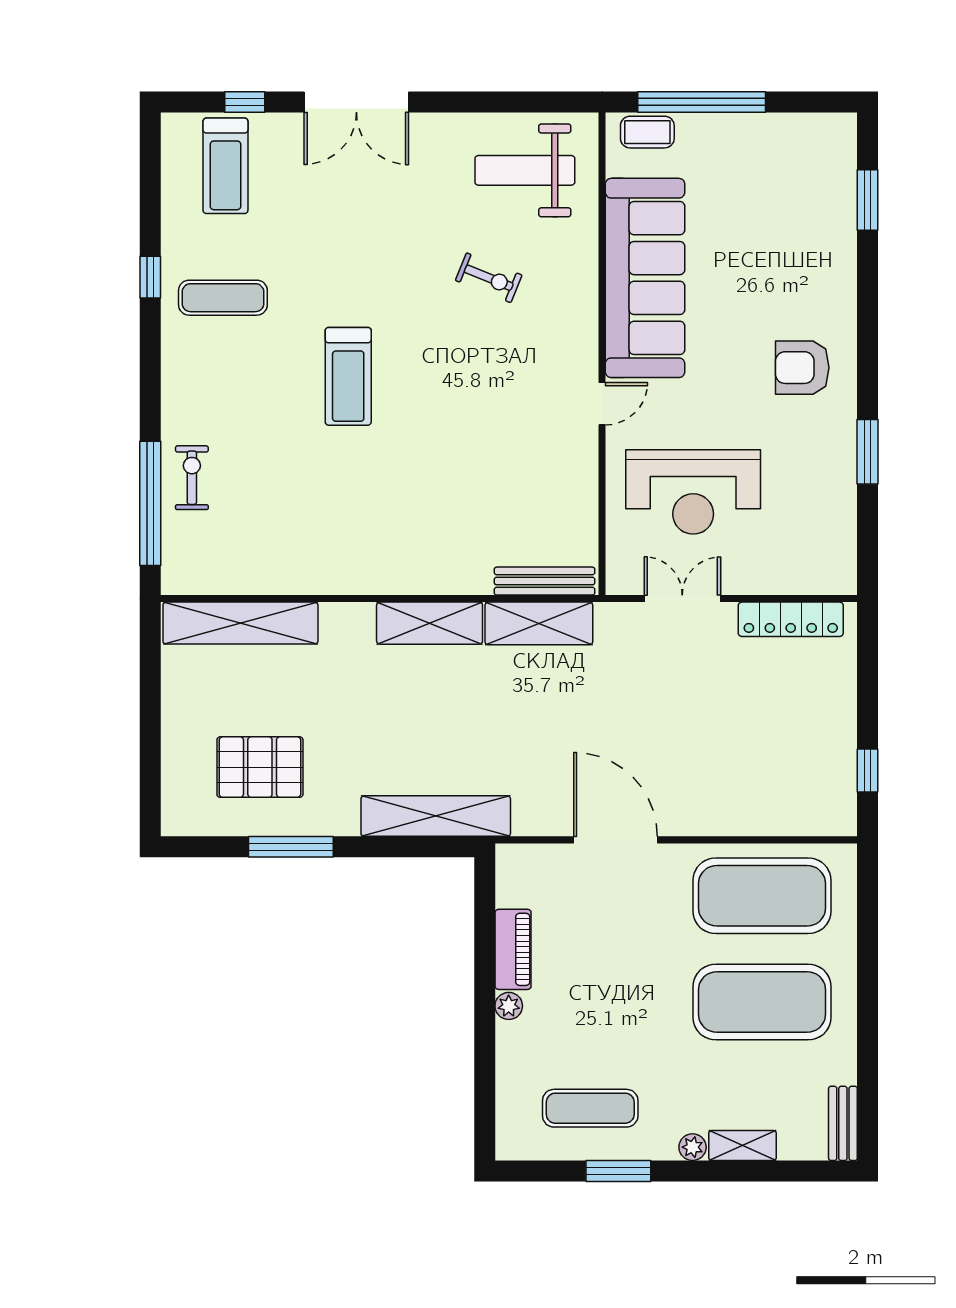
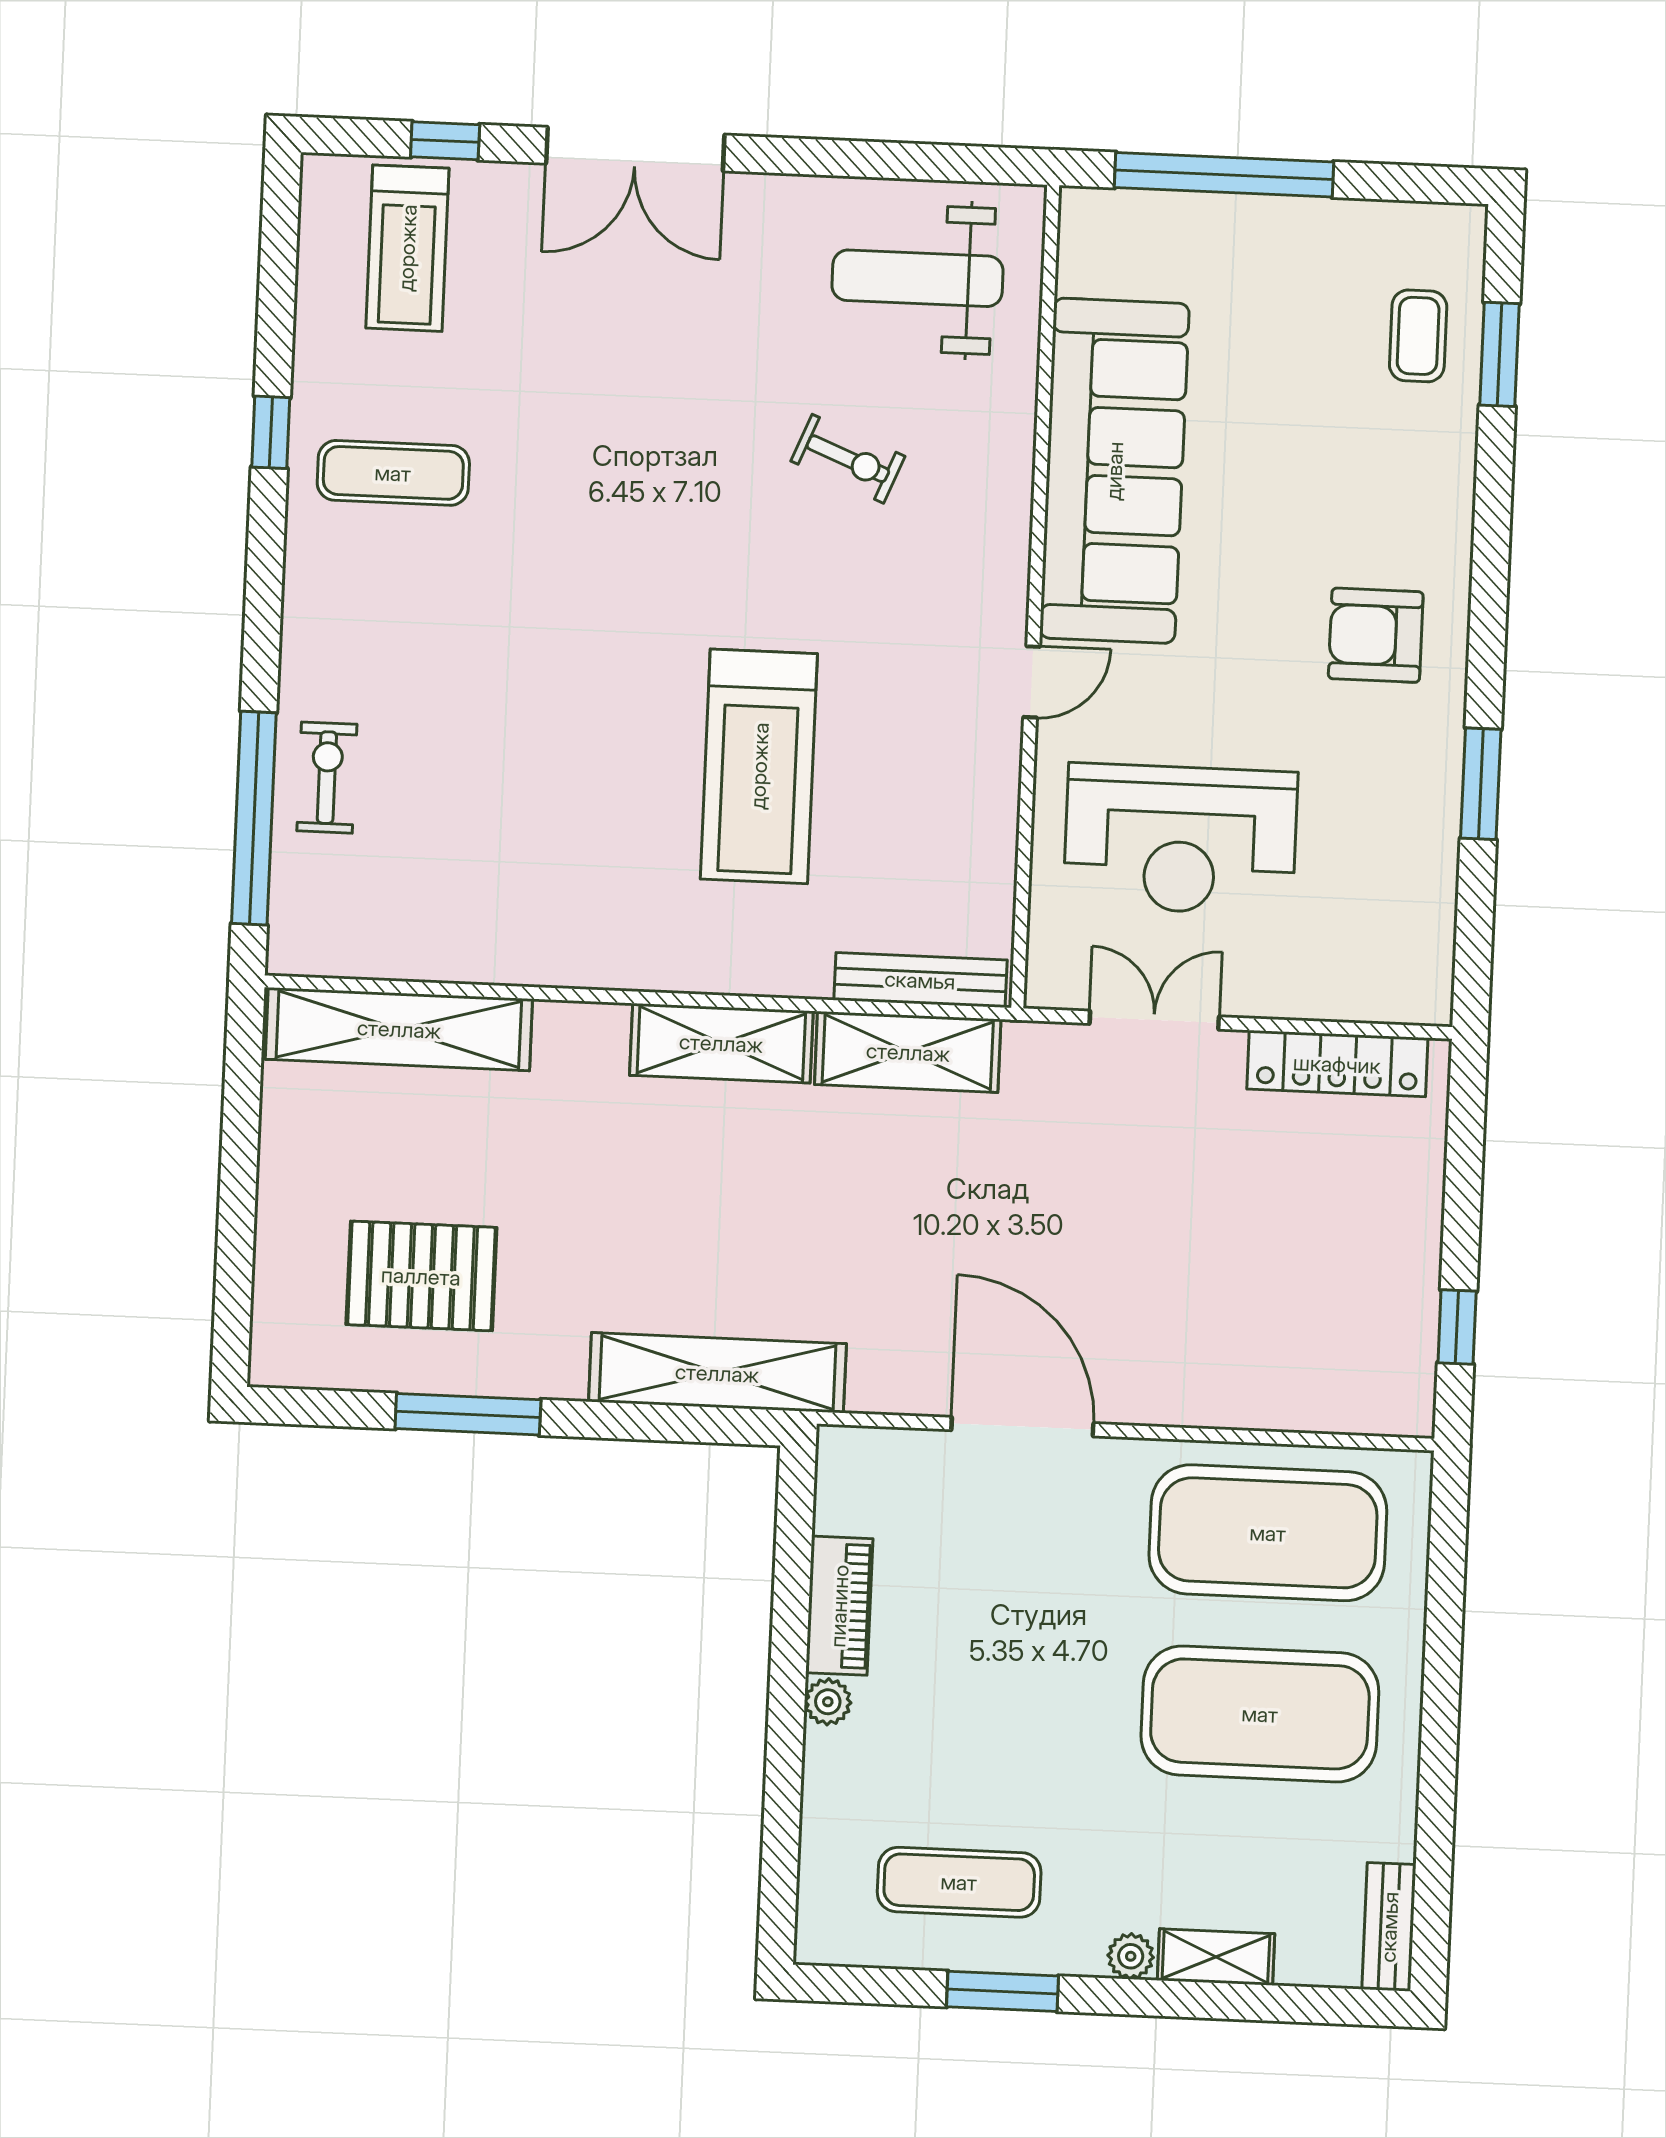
coffee table: (647, 132) -> (1418, 336), moved, turned 90
treadmill: (348, 376) -> (759, 766), moved, width x1.37, depth x1.38

